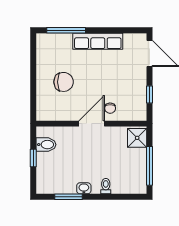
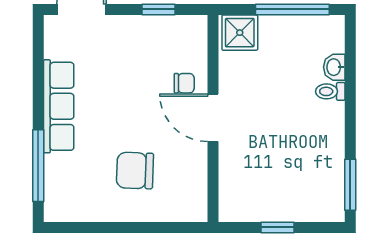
chair: (64, 82) -> (135, 171), turned -88
bidet: (46, 145) -> (252, 203), removed
washbasin: (84, 188) -> (334, 67), moved
window: (68, 197) -> (350, 185), moved

